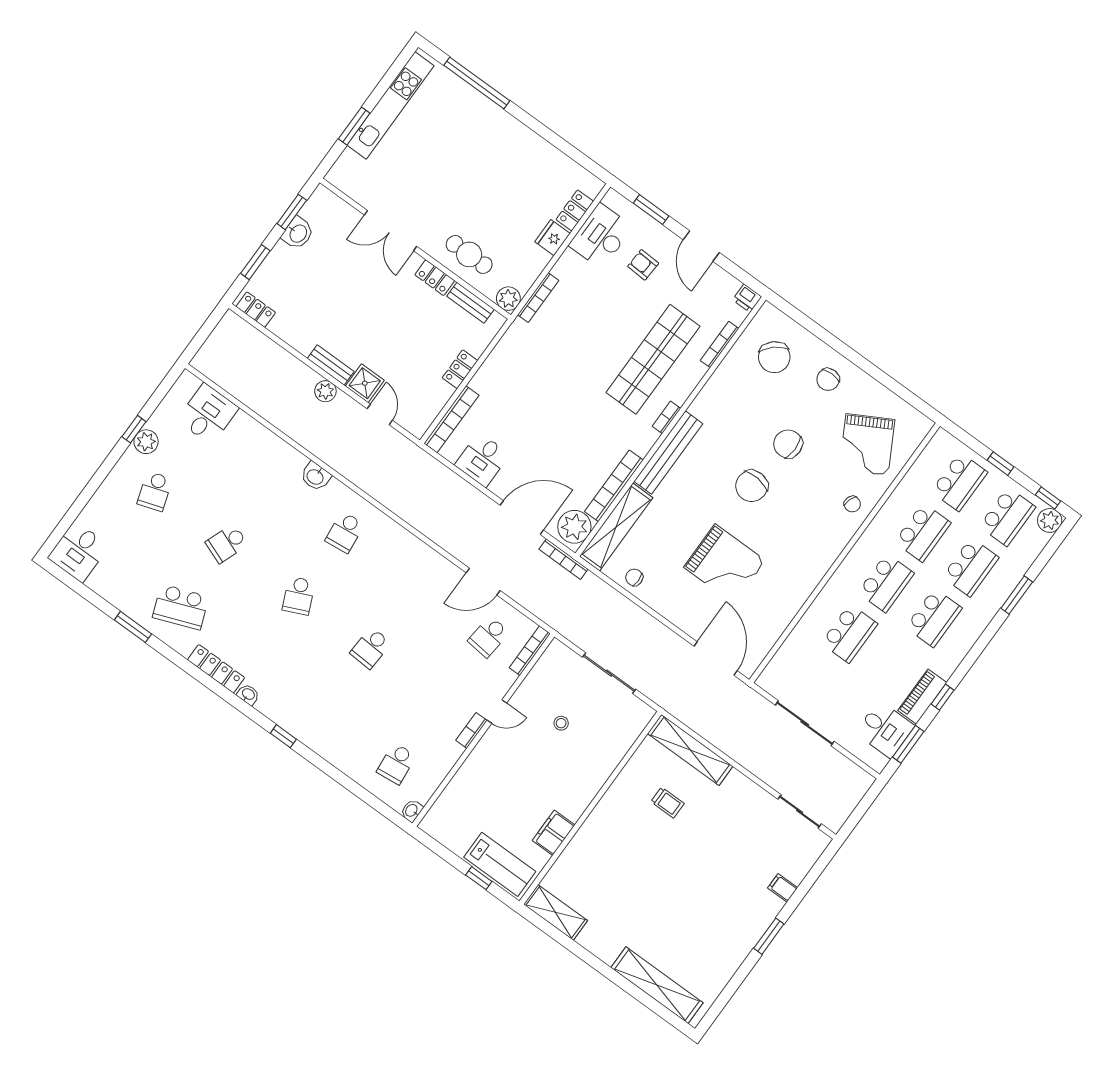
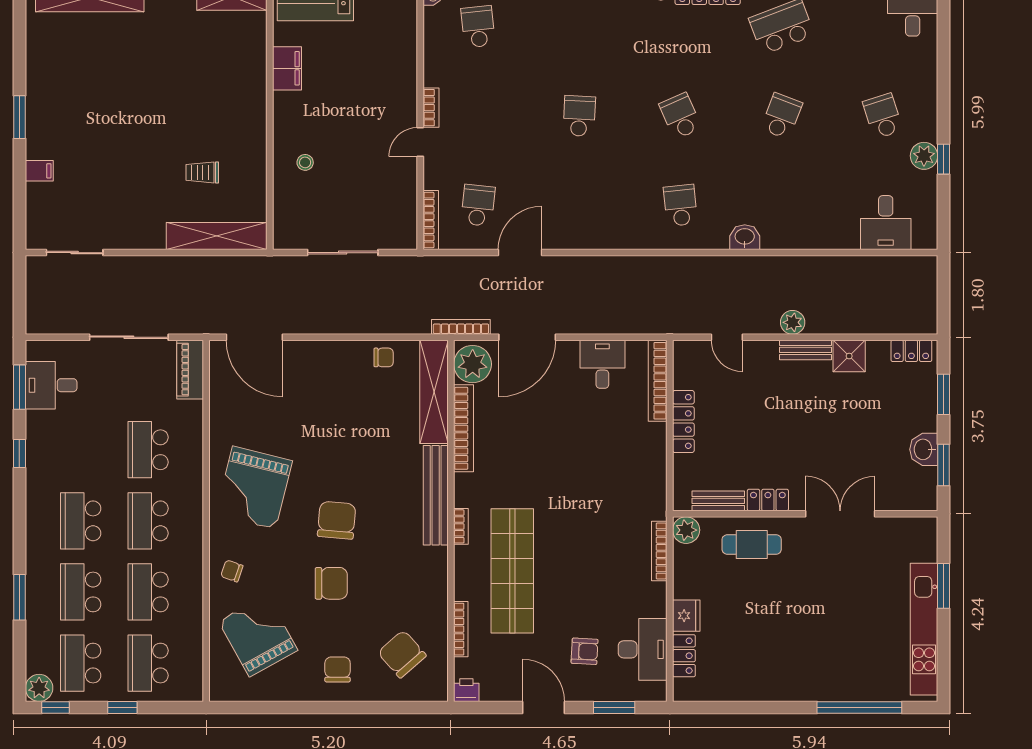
locker: (460, 369) -> (683, 421), width x1.53
shower: (365, 383) -> (849, 356), moved
grand piano: (725, 564) -> (254, 488), moved, turned -76
piano: (922, 697) -> (190, 370), moved, turned 180
stool: (561, 723) -> (305, 162), moved

